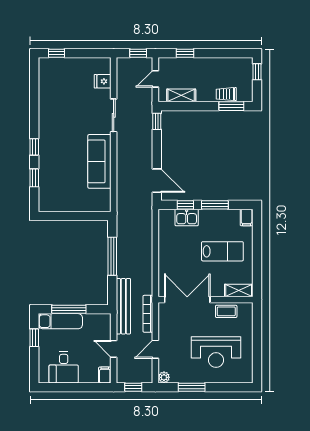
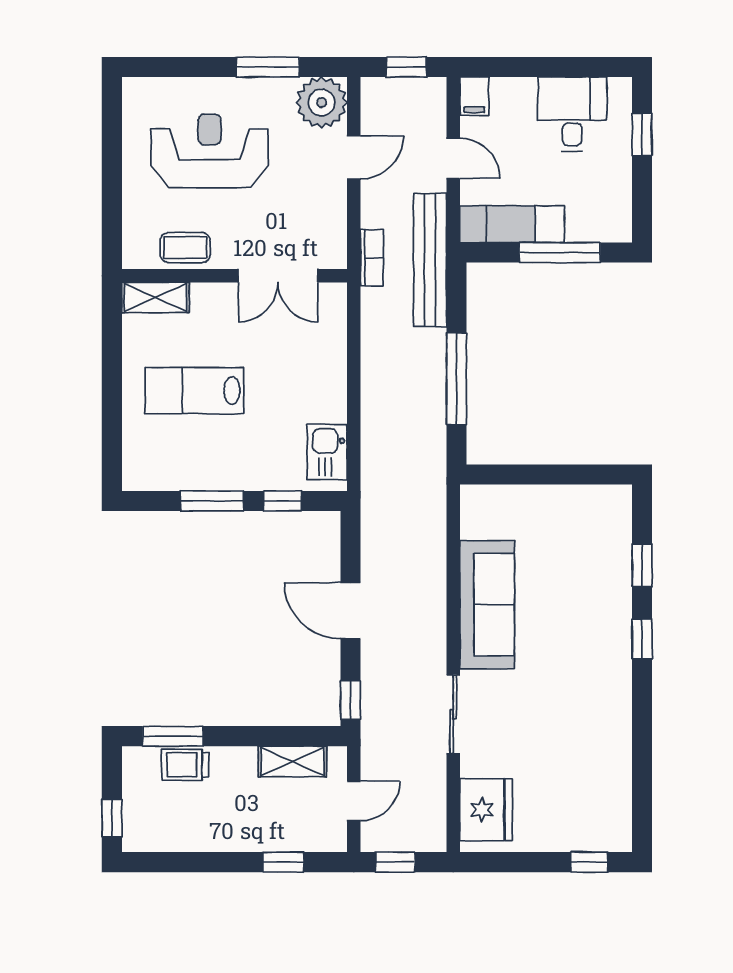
fridge: (103, 81) -> (486, 810), width x1.88, depth x1.34
trolley: (226, 94) -> (185, 765), turned 180
door: (157, 181) -> (350, 611), moved
filing cabinet: (247, 217) -> (137, 471), removed
kitchen sink: (187, 218) -> (327, 452), moved, turned -90
double door: (187, 300) -> (278, 276), width x0.73
bookcase: (148, 314) -> (372, 258), width x0.64
exam couch: (60, 321) -> (512, 224), moved
window: (34, 338) -> (642, 134), moved
plant: (164, 377) -> (322, 102), width x1.88, depth x1.88

